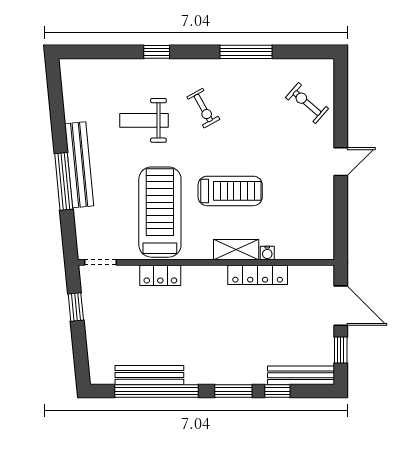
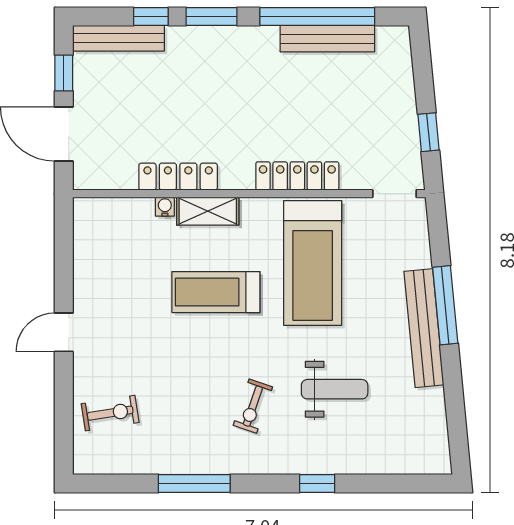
exercise bike: (307, 103) -> (110, 413), turned -50
exercise bike: (203, 108) -> (253, 406), turned -132
locker: (160, 275) -> (297, 176), width x1.53

